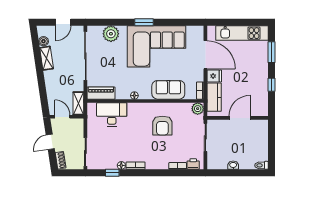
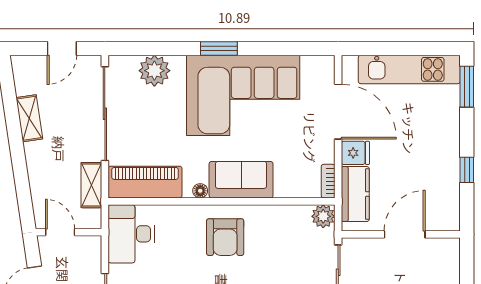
boiler: (44, 41) -> (23, 85), removed
window: (272, 52) -> (467, 87), moved
sofa: (168, 90) -> (241, 180), moved
piano: (101, 93) -> (145, 182), width x1.37, depth x1.33
shelving: (78, 103) -> (91, 185), moved
desk: (112, 114) -> (131, 234), moved, turned -90
armchair: (162, 126) -> (225, 237), moved

